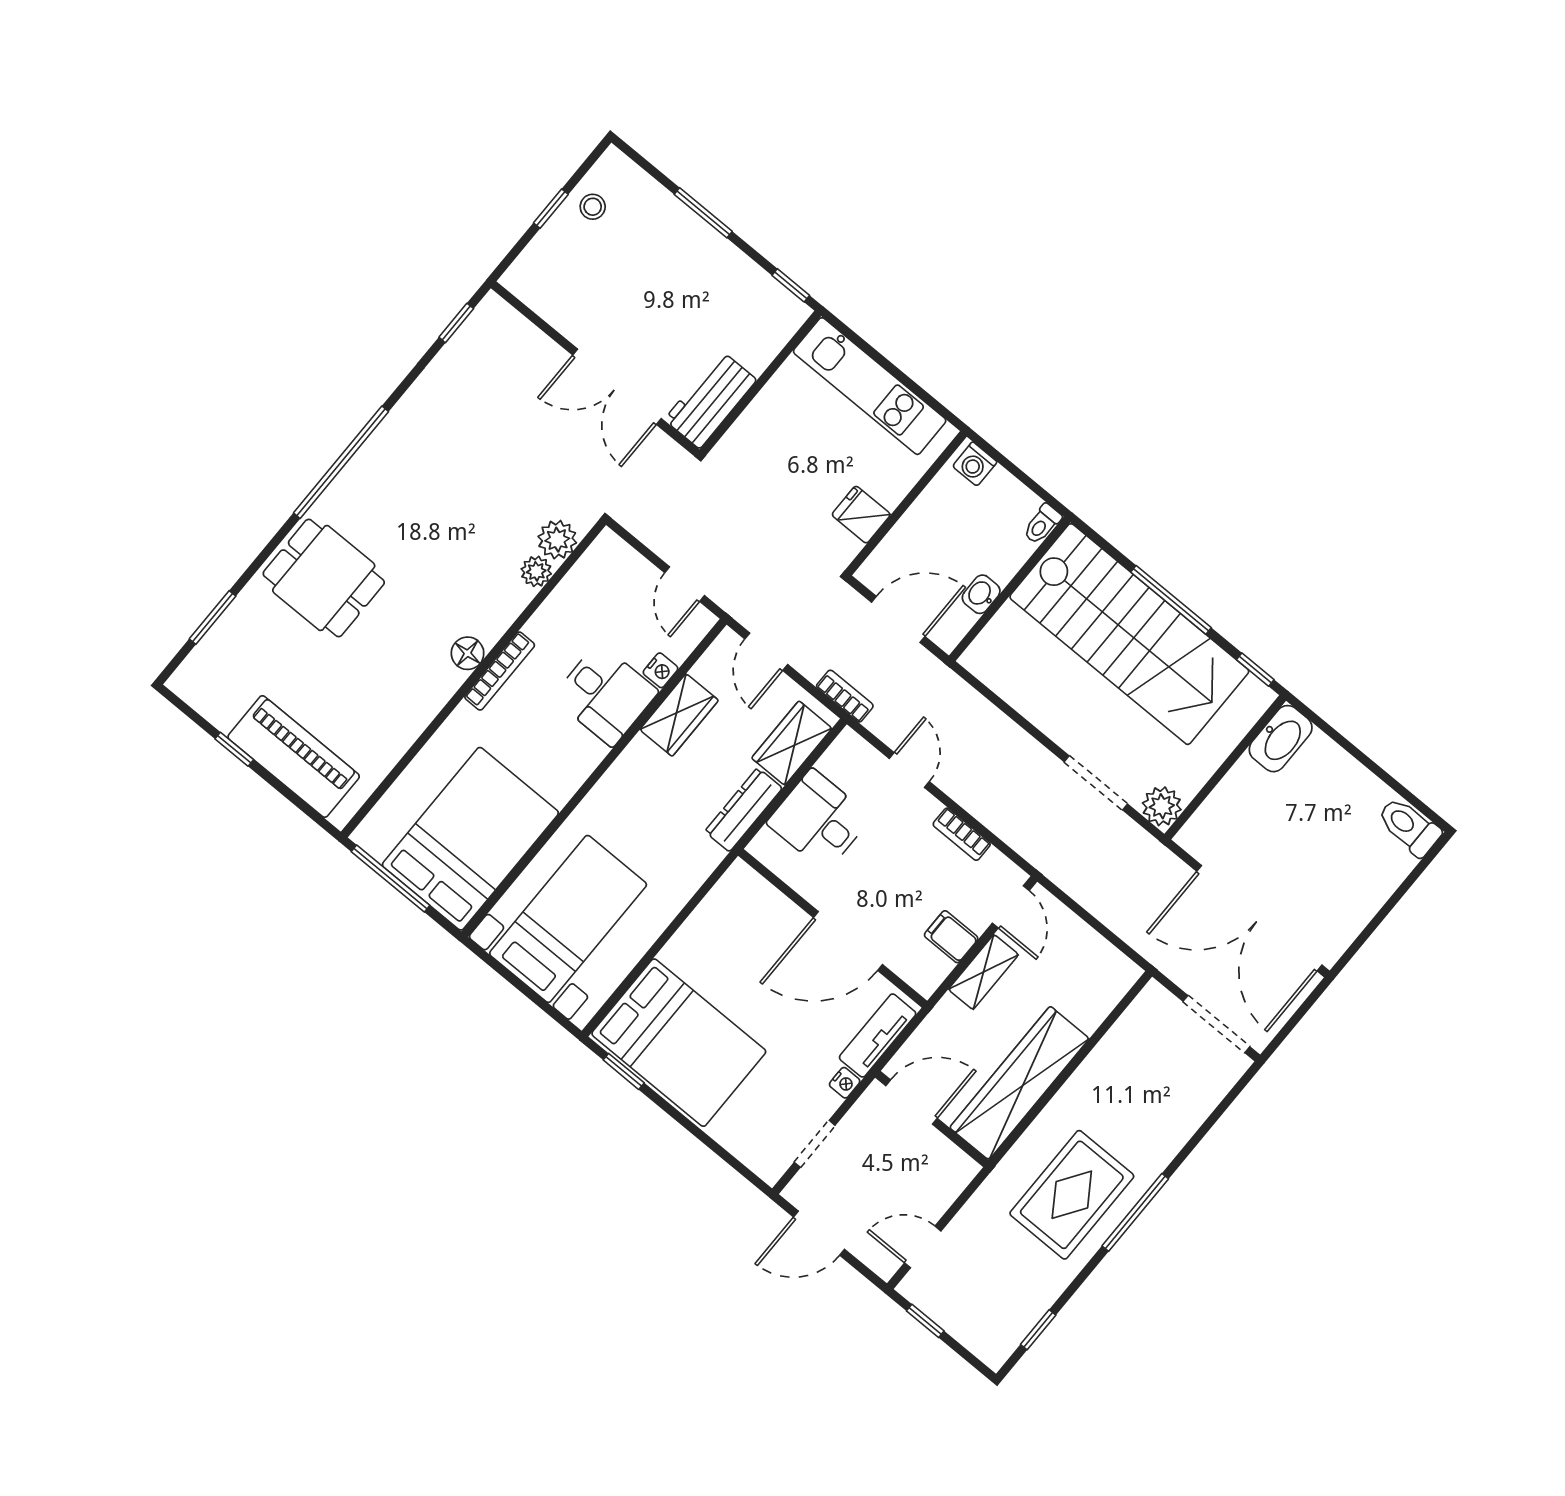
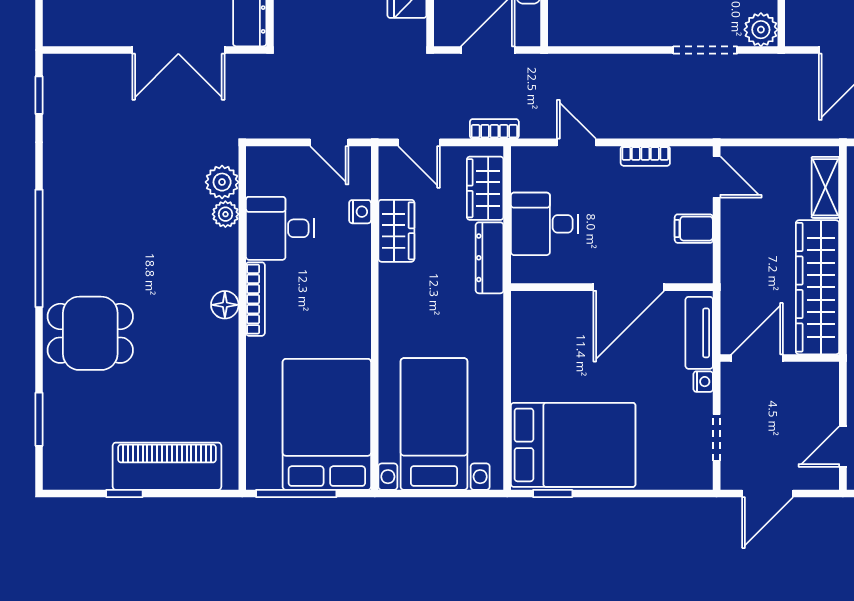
desk: (605, 694) -> (280, 228), moved, turned 180
shelving: (983, 972) -> (825, 187), moved

